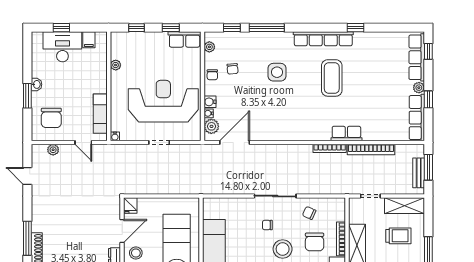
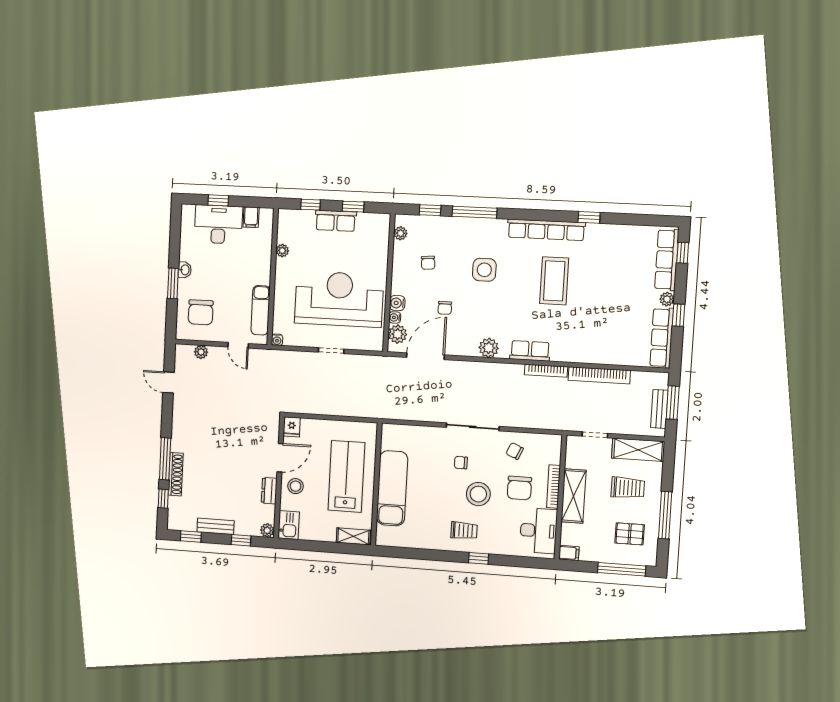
row of seats: (185, 39) -> (336, 221), moved
chair: (212, 75) -> (445, 308), moved
plant: (284, 133) -> (489, 348), added
row of seats: (346, 134) -> (530, 351), moved

